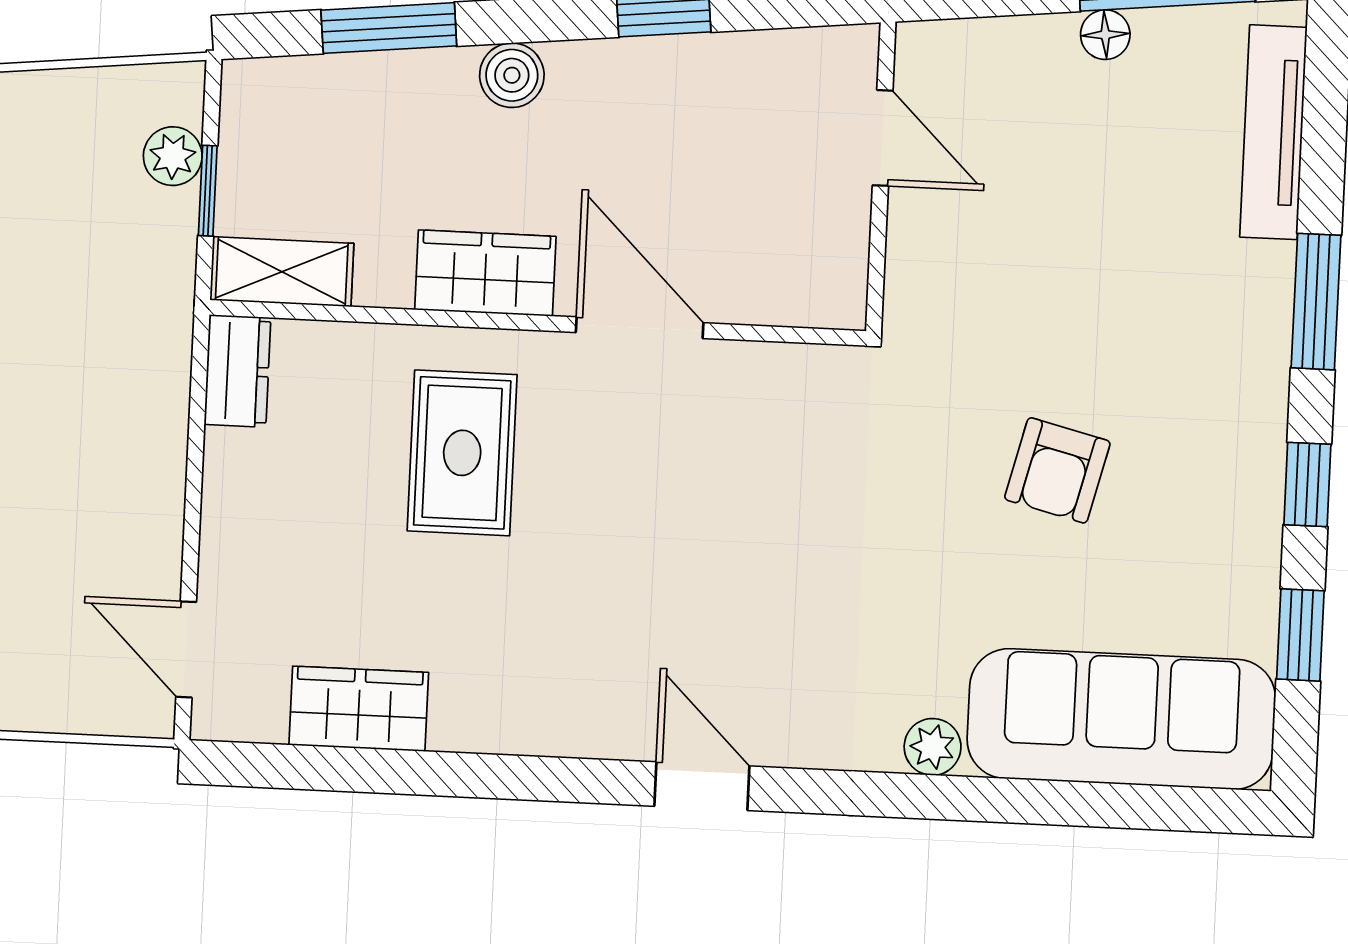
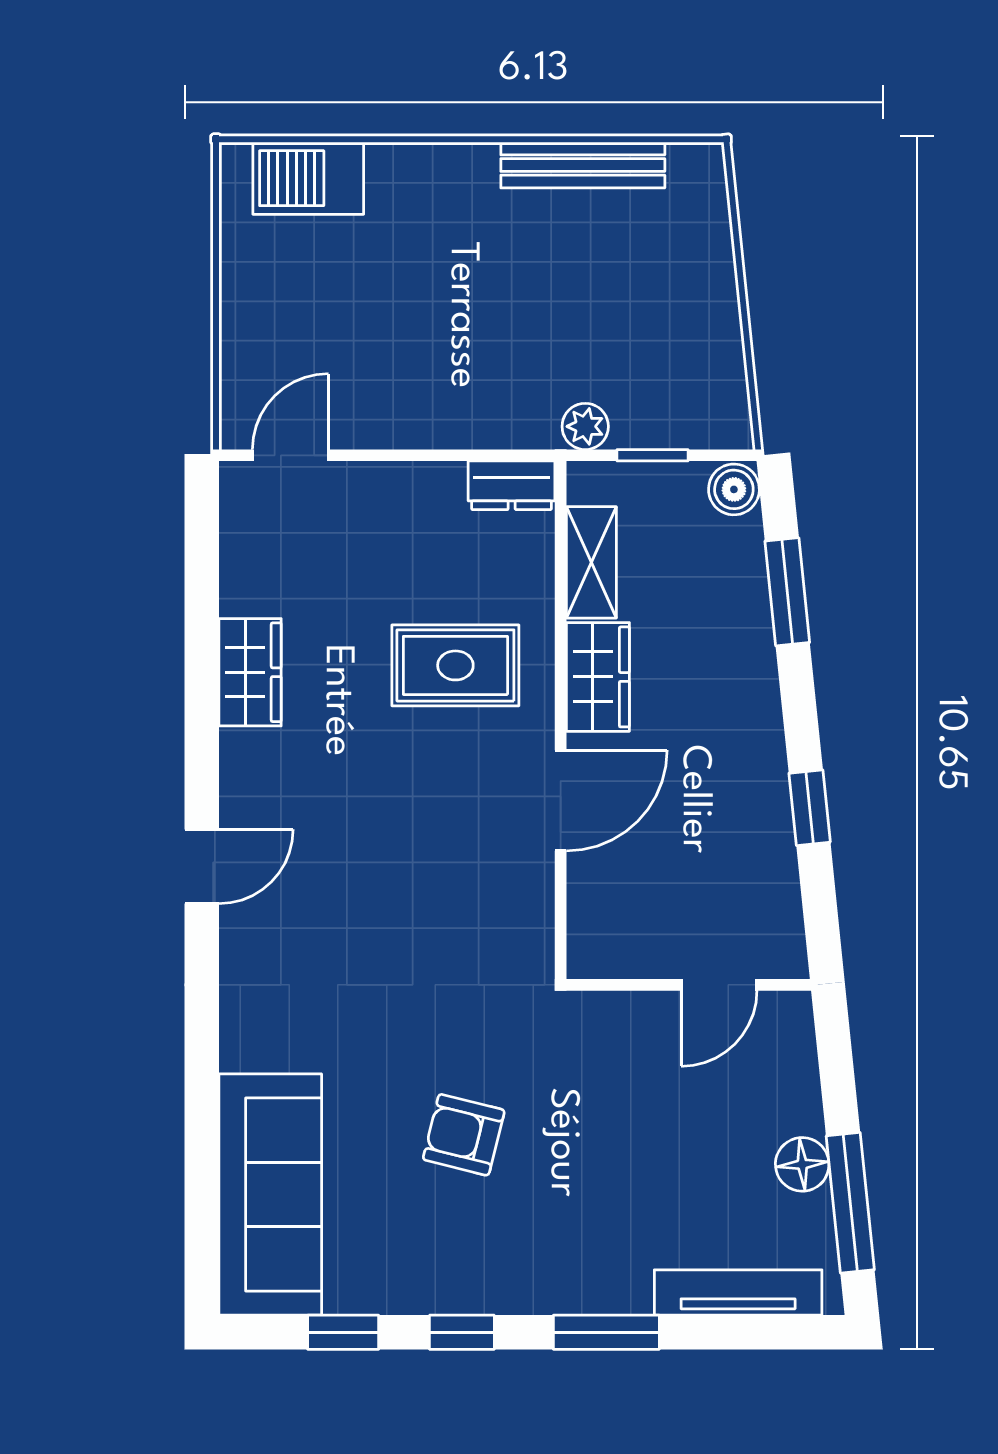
floor lamp: (1105, 35) -> (802, 1164), width x1.37, depth x1.37
boiler: (512, 75) -> (734, 489), moved
plant: (173, 156) -> (585, 426), moved
shelving: (282, 272) -> (591, 562), moved
wardrobe: (359, 709) -> (250, 672), moved
plant: (933, 747) -> (241, 1047), removed

